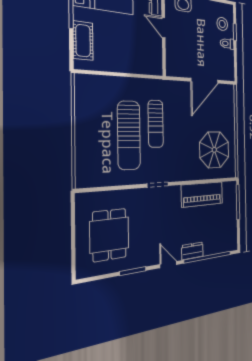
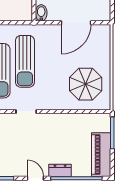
bidet: (171, 67) -> (41, 13), added
sun lounger: (156, 124) -> (25, 61), width x1.36, depth x1.34
piano: (202, 194) -> (101, 155), moved, turned 90

